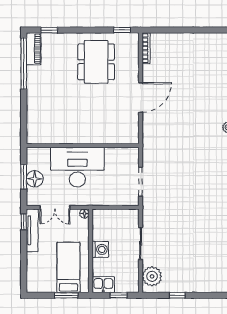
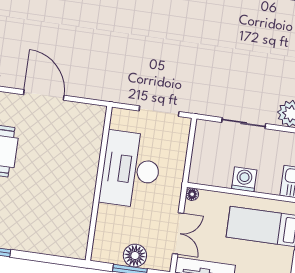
desk: (77, 167) -> (131, 170), moved

